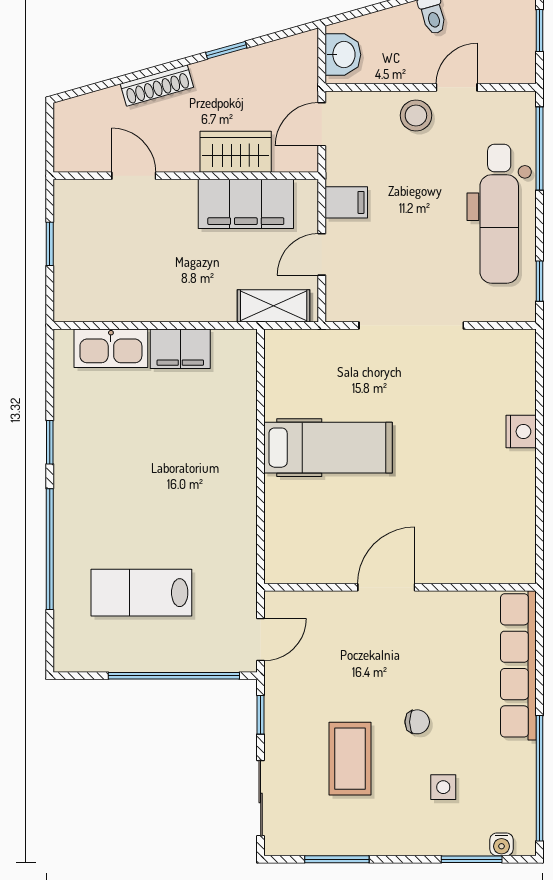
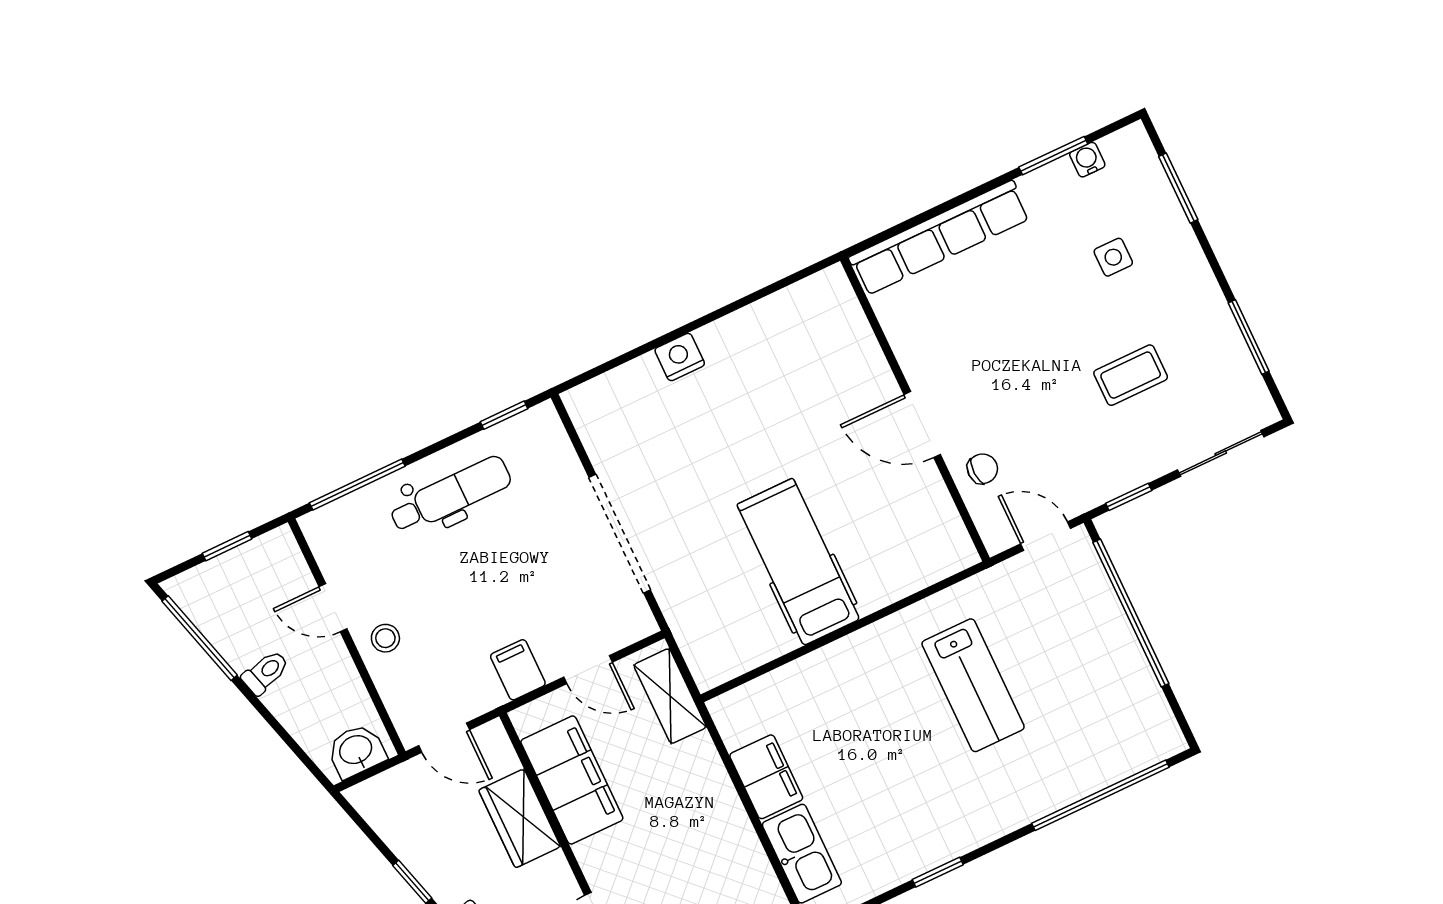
stool: (416, 115) -> (385, 638), width x0.73, depth x0.73
dental chair: (499, 214) -> (450, 495), width x0.73, depth x0.72
window: (50, 549) -> (1100, 795), moved
lab bench: (141, 593) -> (973, 685), moved
chair: (417, 722) -> (983, 469), moved, turned 88
coffee table: (350, 759) -> (1131, 375), width x0.73, depth x0.77
window: (539, 778) -> (1053, 156), width x0.47
water cooler: (502, 844) -> (1087, 160), moved, turned -90

